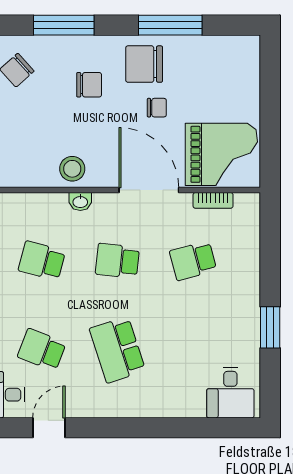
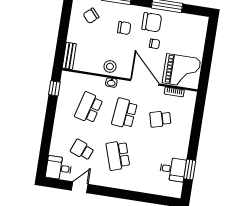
chair: (144, 64) -> (152, 22), turned 180
school desk: (42, 261) -> (89, 108), width x1.85
school desk: (117, 261) -> (124, 113), width x1.85
window: (270, 327) -> (190, 170), moved
desk: (230, 393) -> (173, 169), moved, turned -90

